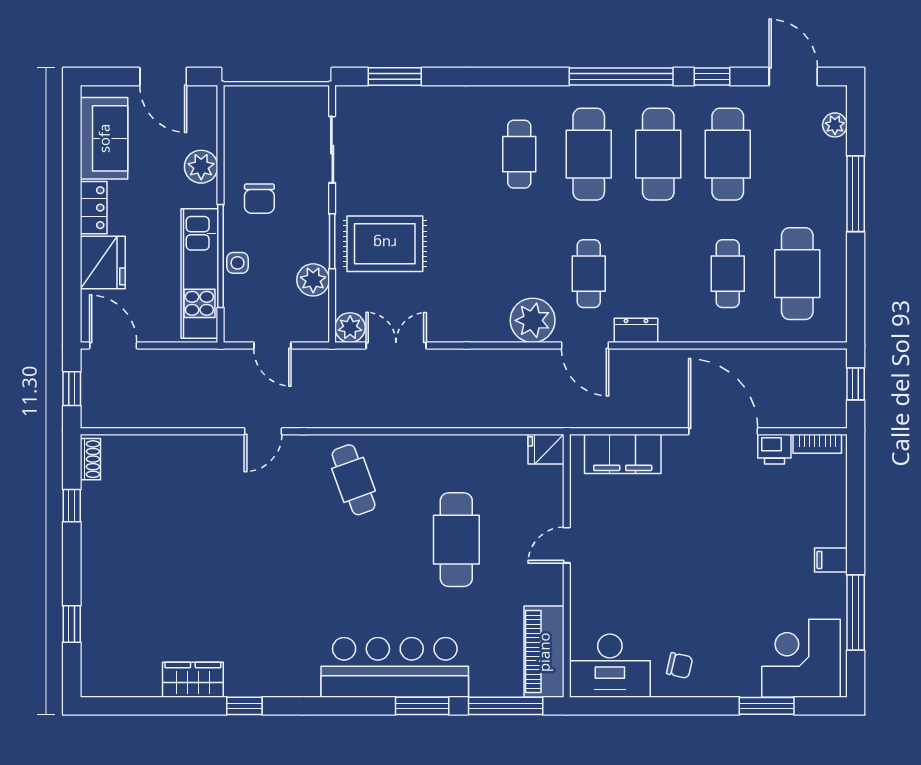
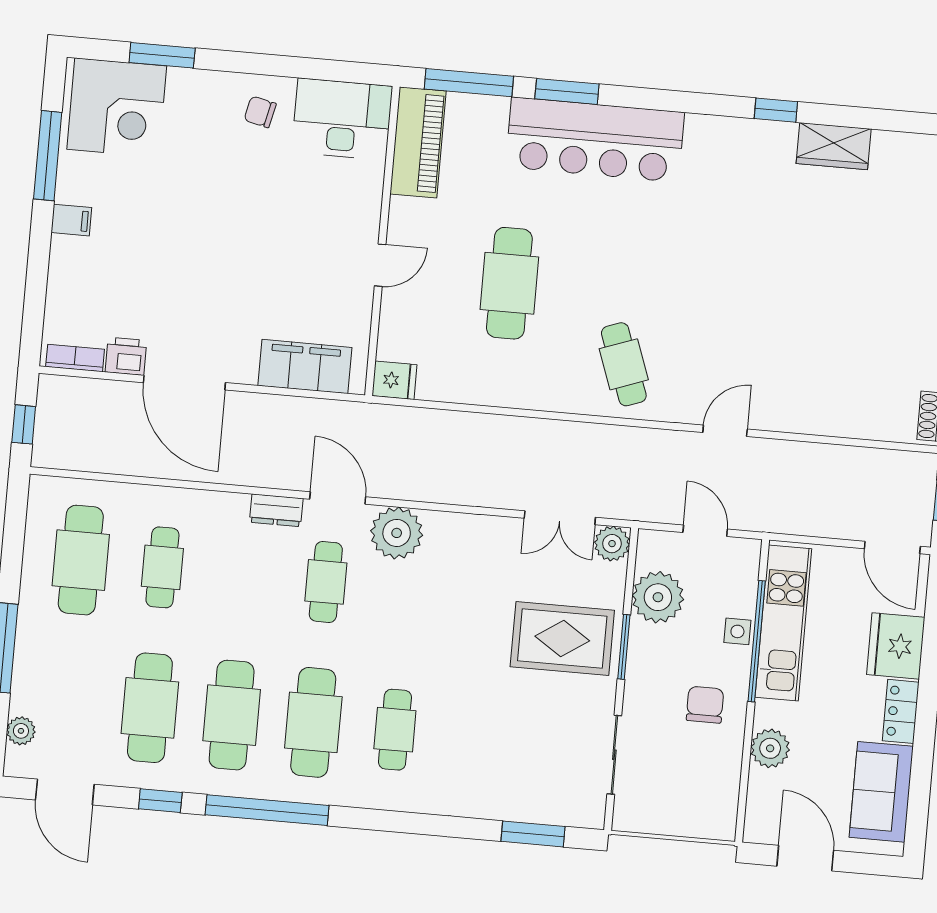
plant: (313, 280) -> (658, 597), width x1.36, depth x1.36

